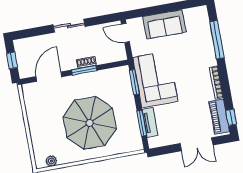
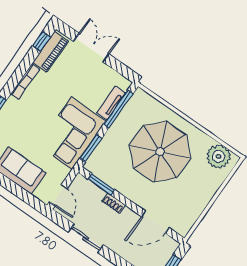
sliding door: (69, 26) -> (86, 238), moved
window: (84, 70) -> (101, 184), moved
window: (142, 123) -> (118, 109), width x1.44
plant: (51, 161) -> (219, 156), width x1.88, depth x1.88

